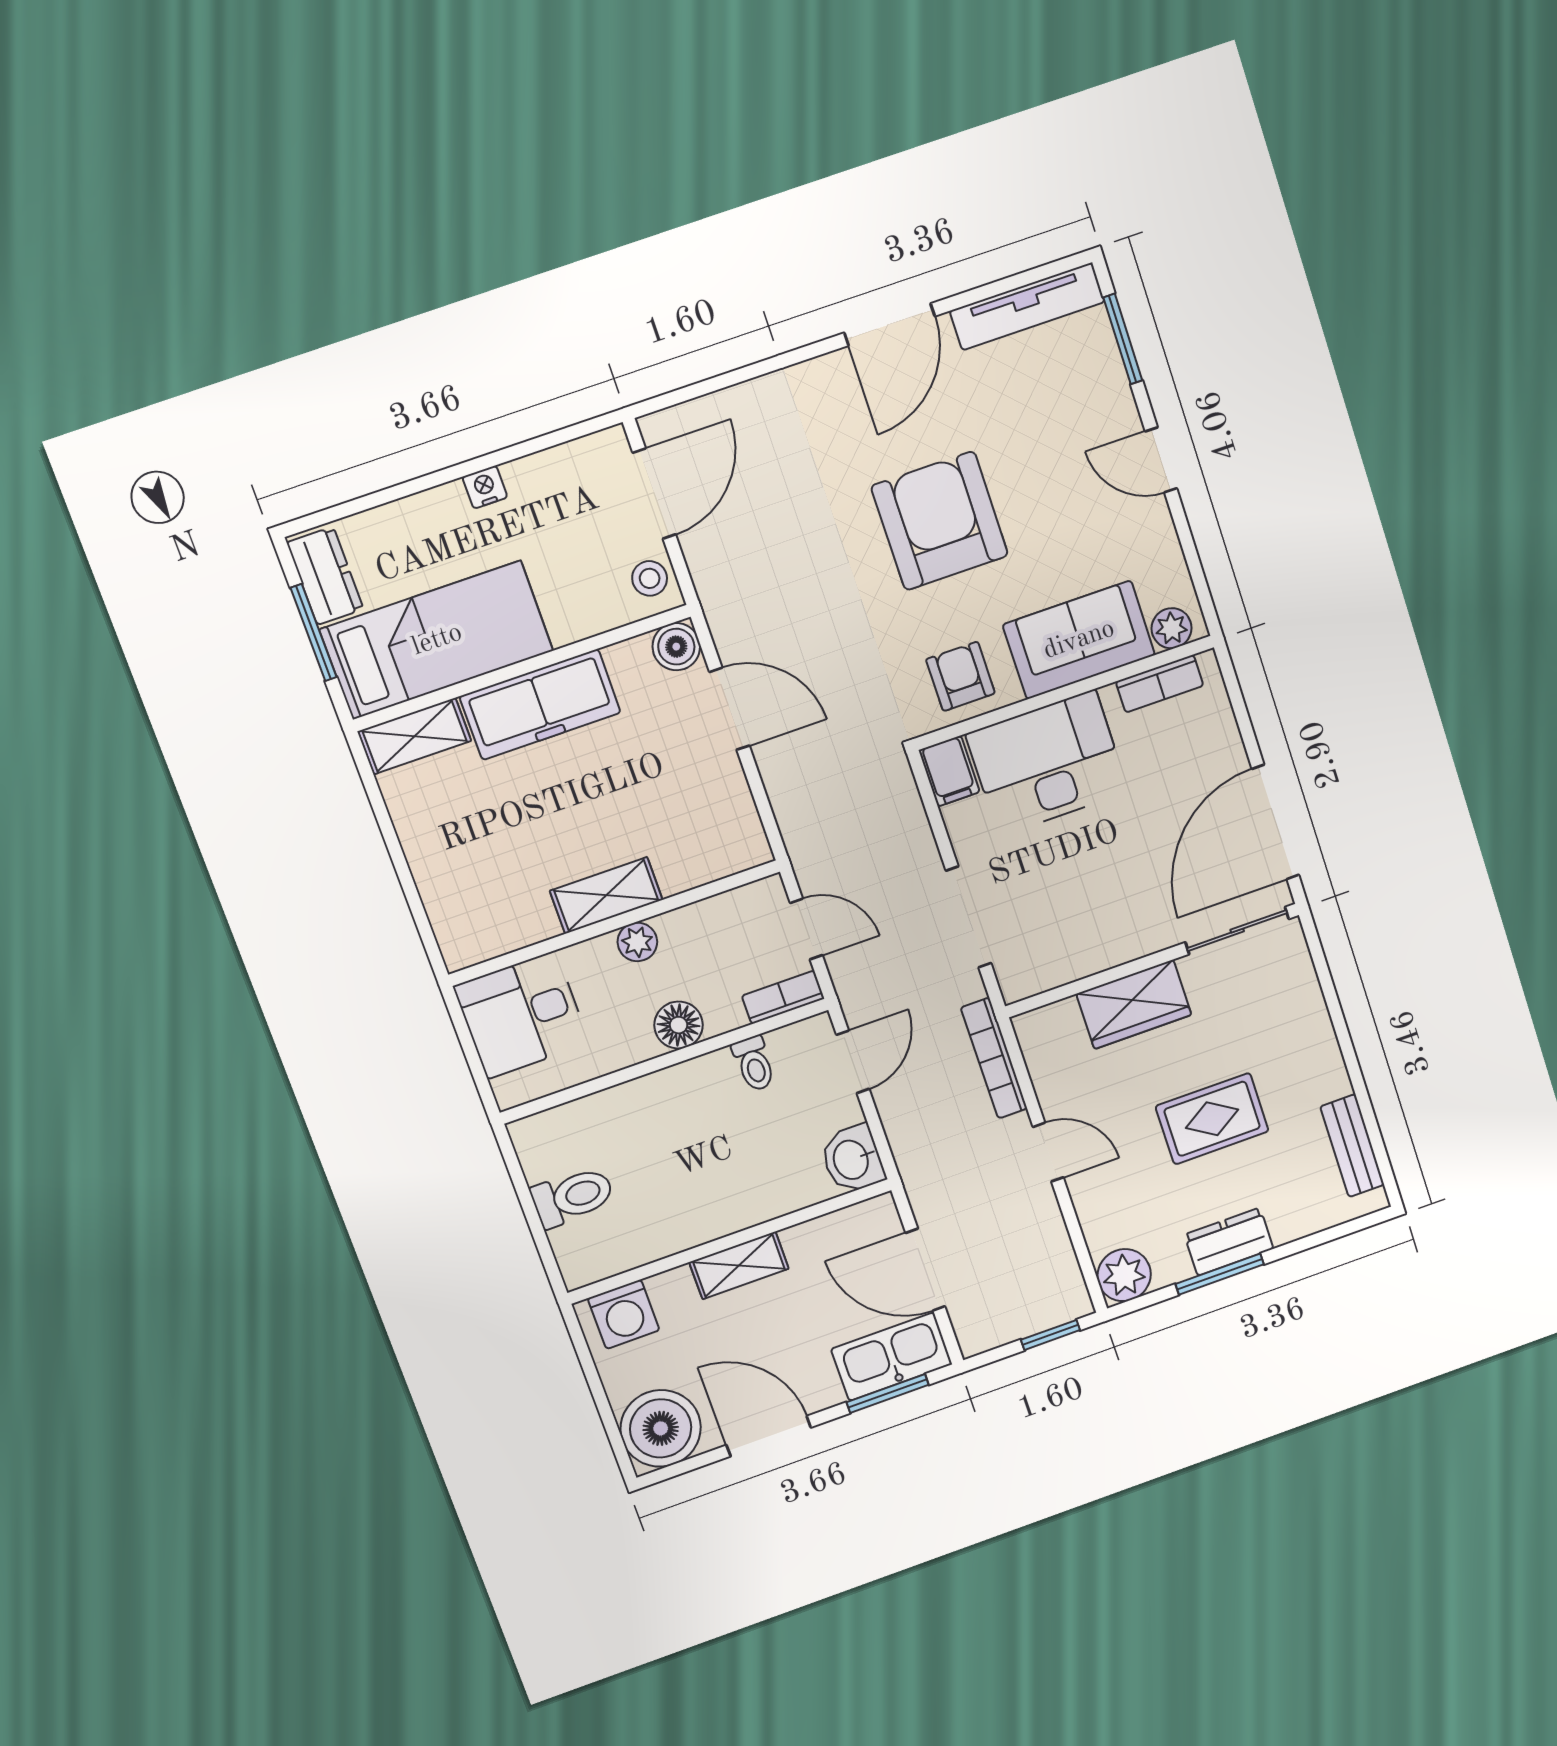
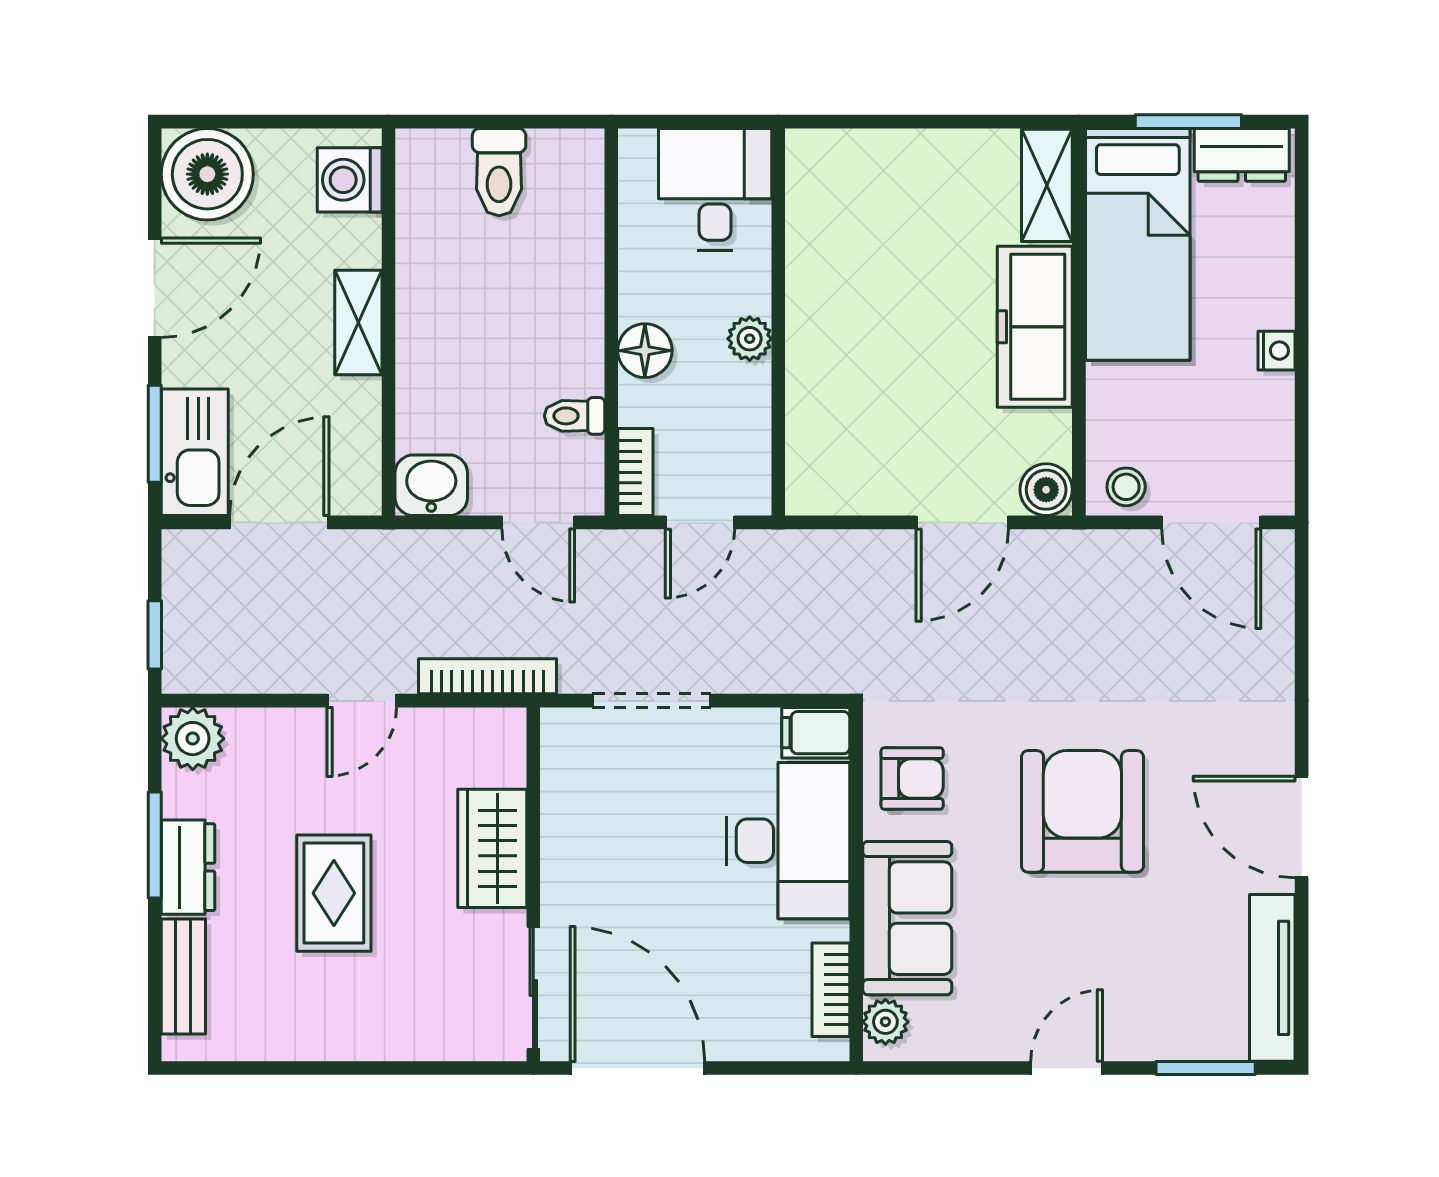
armchair: (940, 521) -> (1082, 811), turned -90
shelving: (606, 895) -> (811, 324), removed
bench: (1352, 1146) -> (183, 976), moved, turned 90

